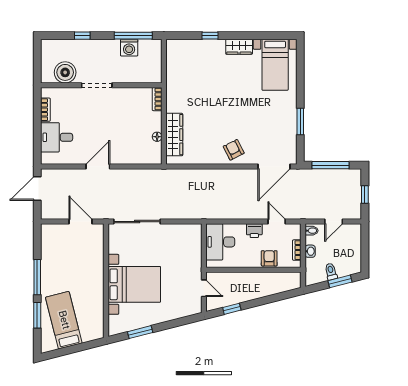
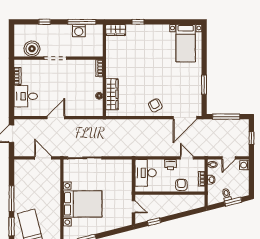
wardrobe: (239, 47) -> (115, 30), moved
washing machine: (355, 231) -> (244, 165), added

